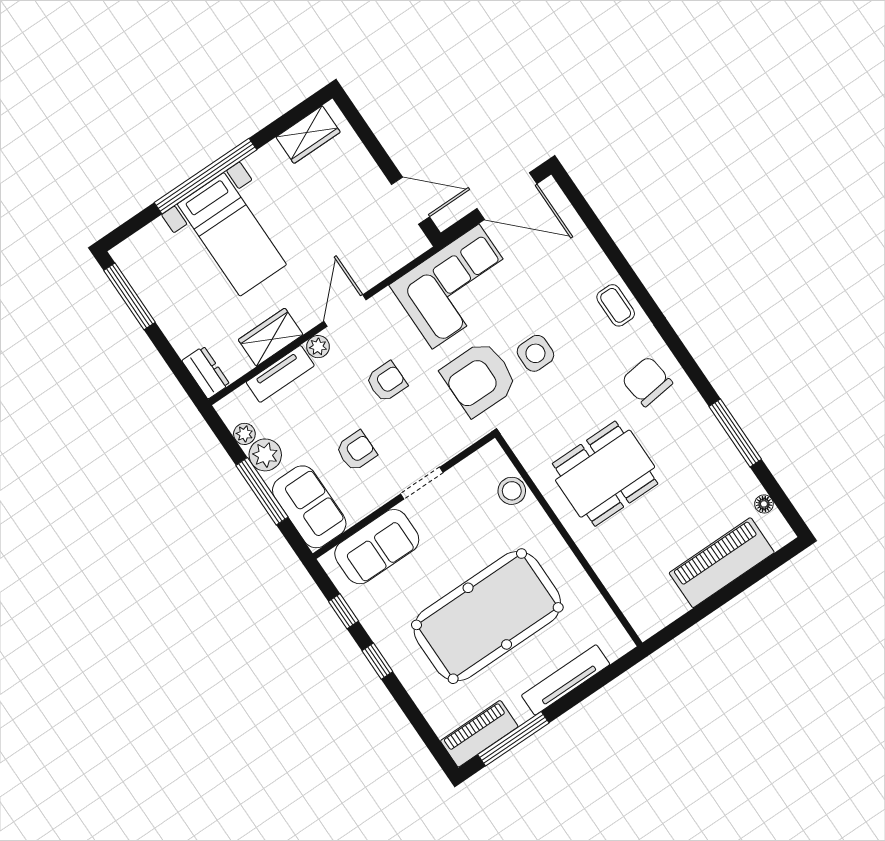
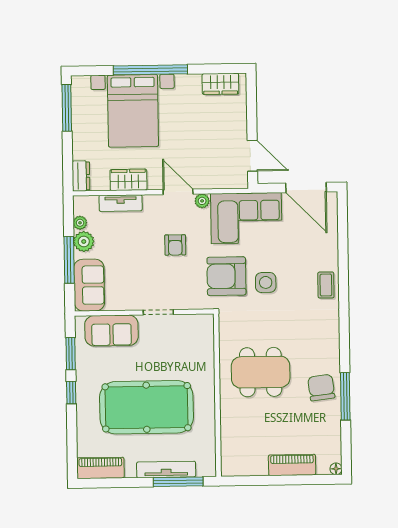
bed with nightstands: (232, 234) -> (133, 111), width x1.36
door: (345, 311) -> (178, 192), hinge flipped
plant: (318, 347) -> (202, 201), moved
chair: (647, 381) -> (321, 388), moved
armchair: (386, 382) -> (175, 245), turned 90
armchair: (356, 451) -> (134, 272), removed
stool: (512, 491) -> (204, 348), removed
floor lamp: (764, 504) -> (336, 469), moved
piano: (722, 563) -> (292, 465), width x0.73, depth x0.75
window: (344, 611) -> (71, 354), width x1.50
window: (513, 739) -> (178, 482), moved

